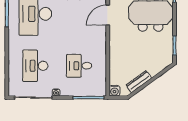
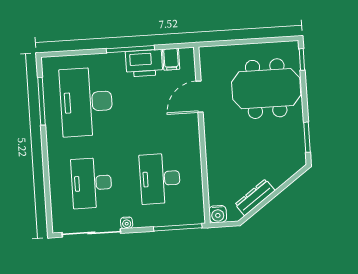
desk: (79, 66) -> (160, 179), width x1.37

